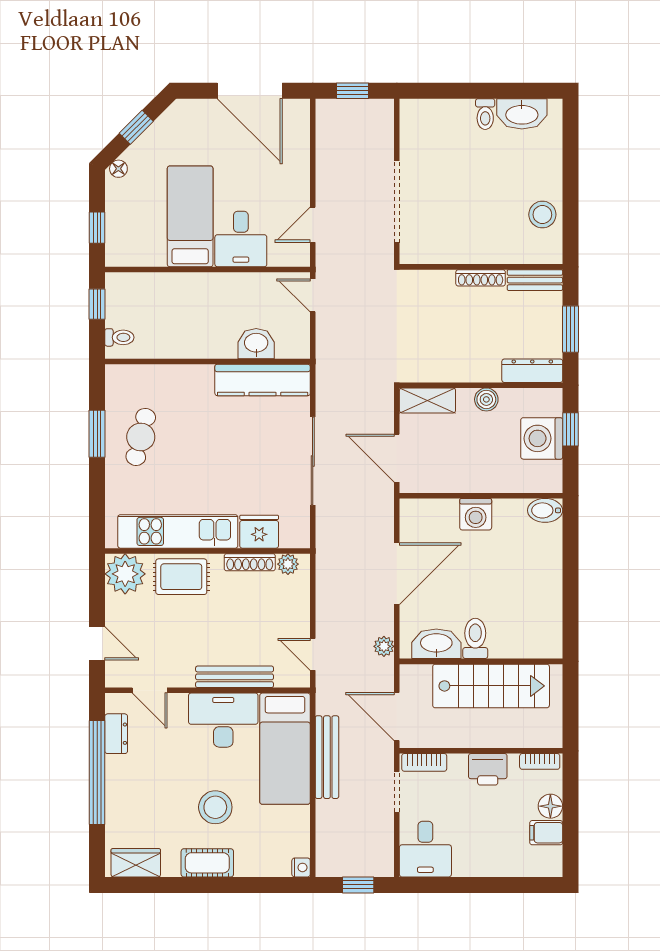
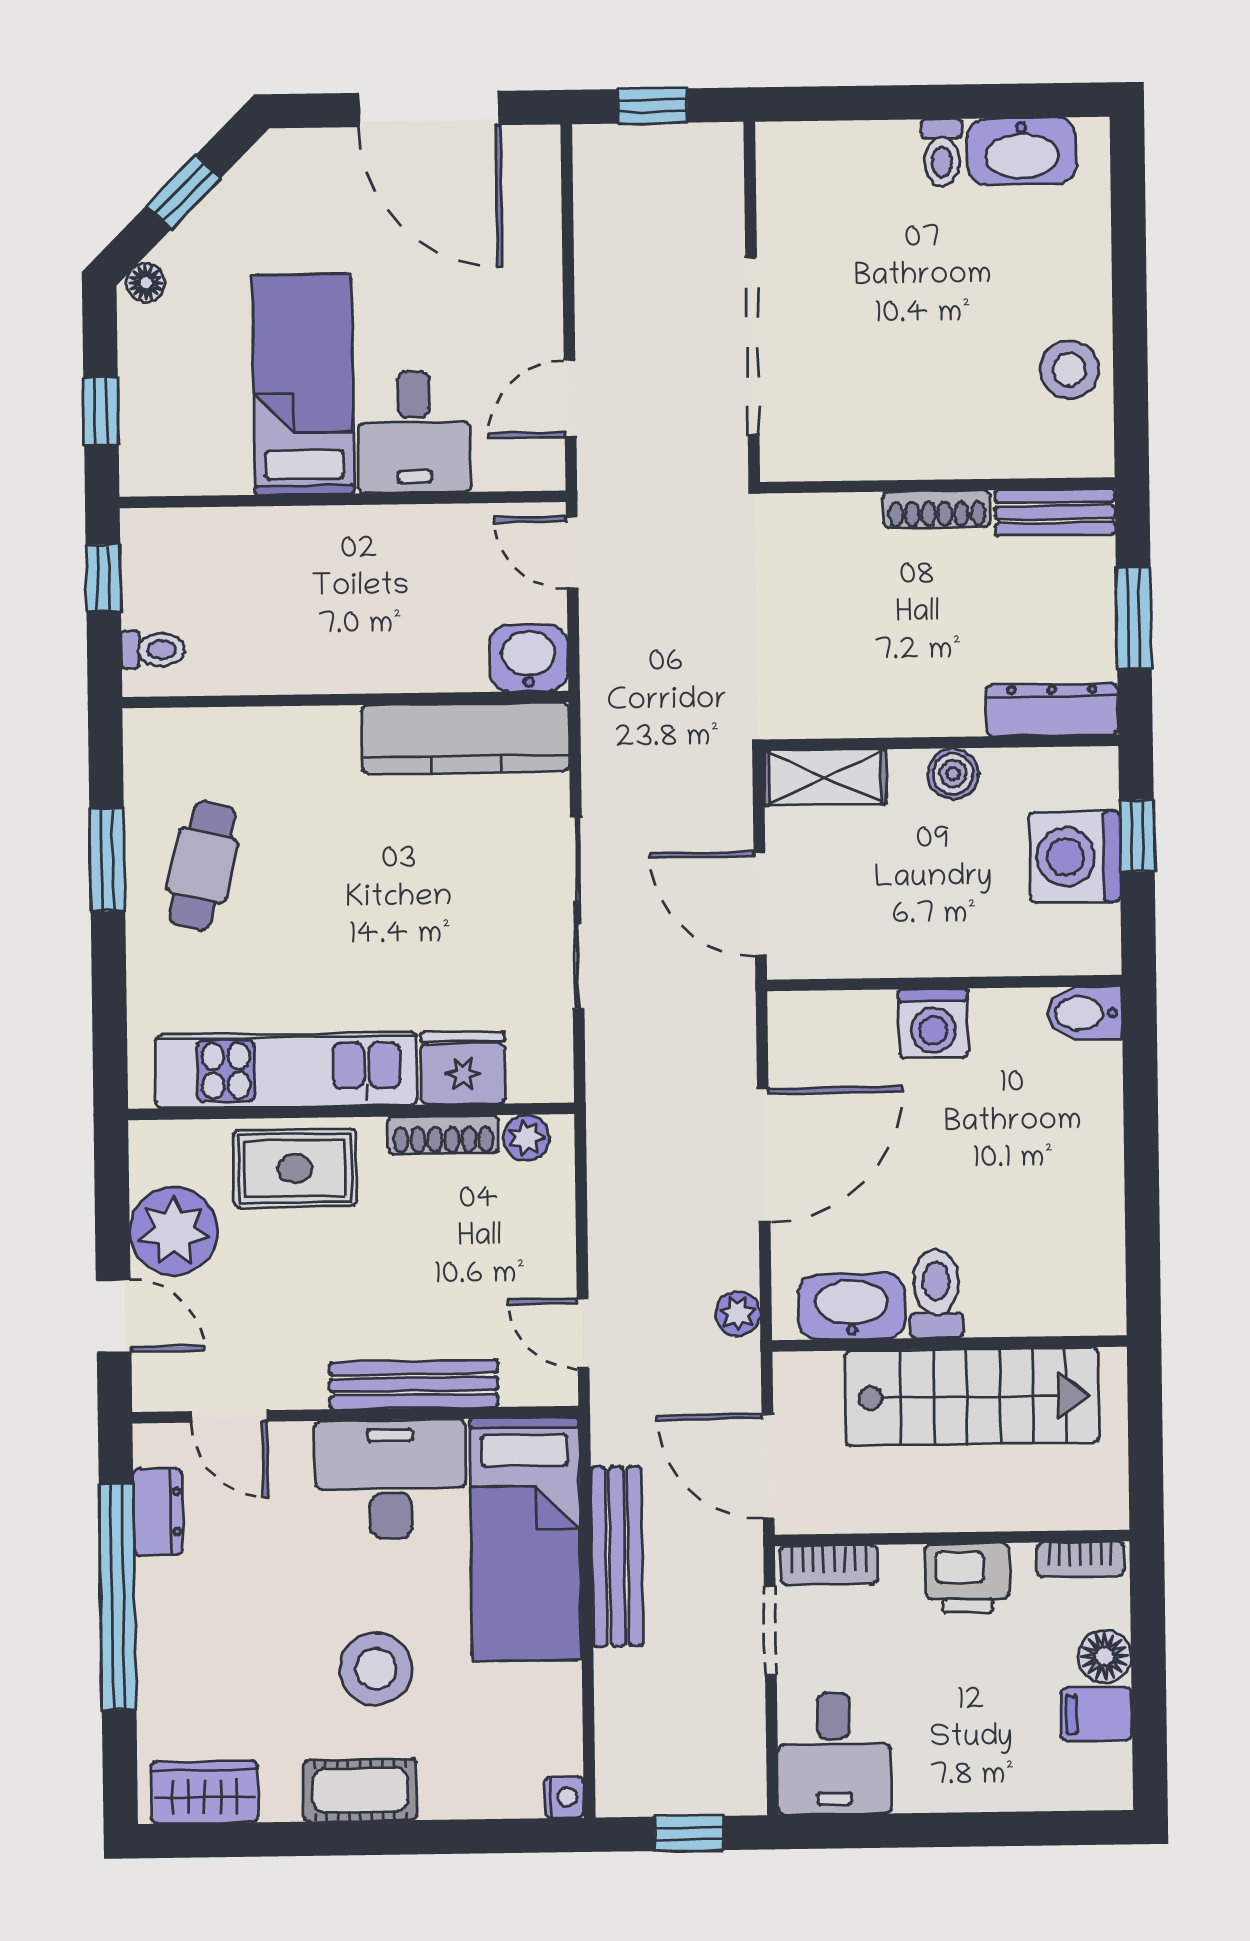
washbasin: (256, 344) -> (529, 658), moved
plant: (125, 574) -> (174, 1231), moved

